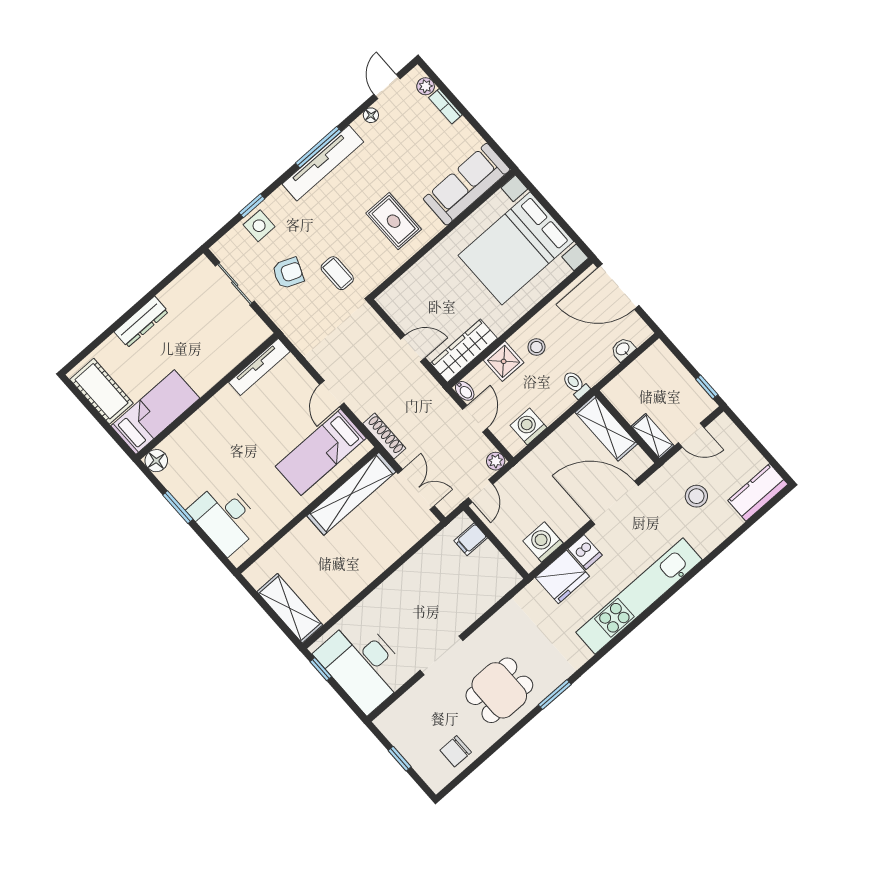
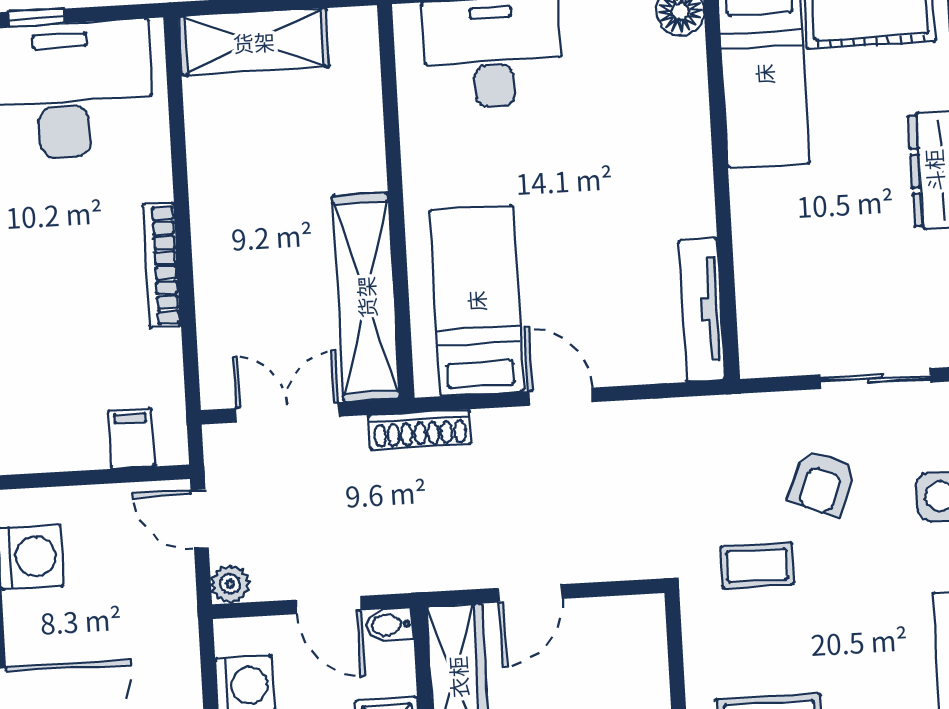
double door: (416, 489) -> (287, 412), swing flipped
bookcase: (398, 578) -> (162, 265), added
window: (321, 669) -> (37, 17), moved

